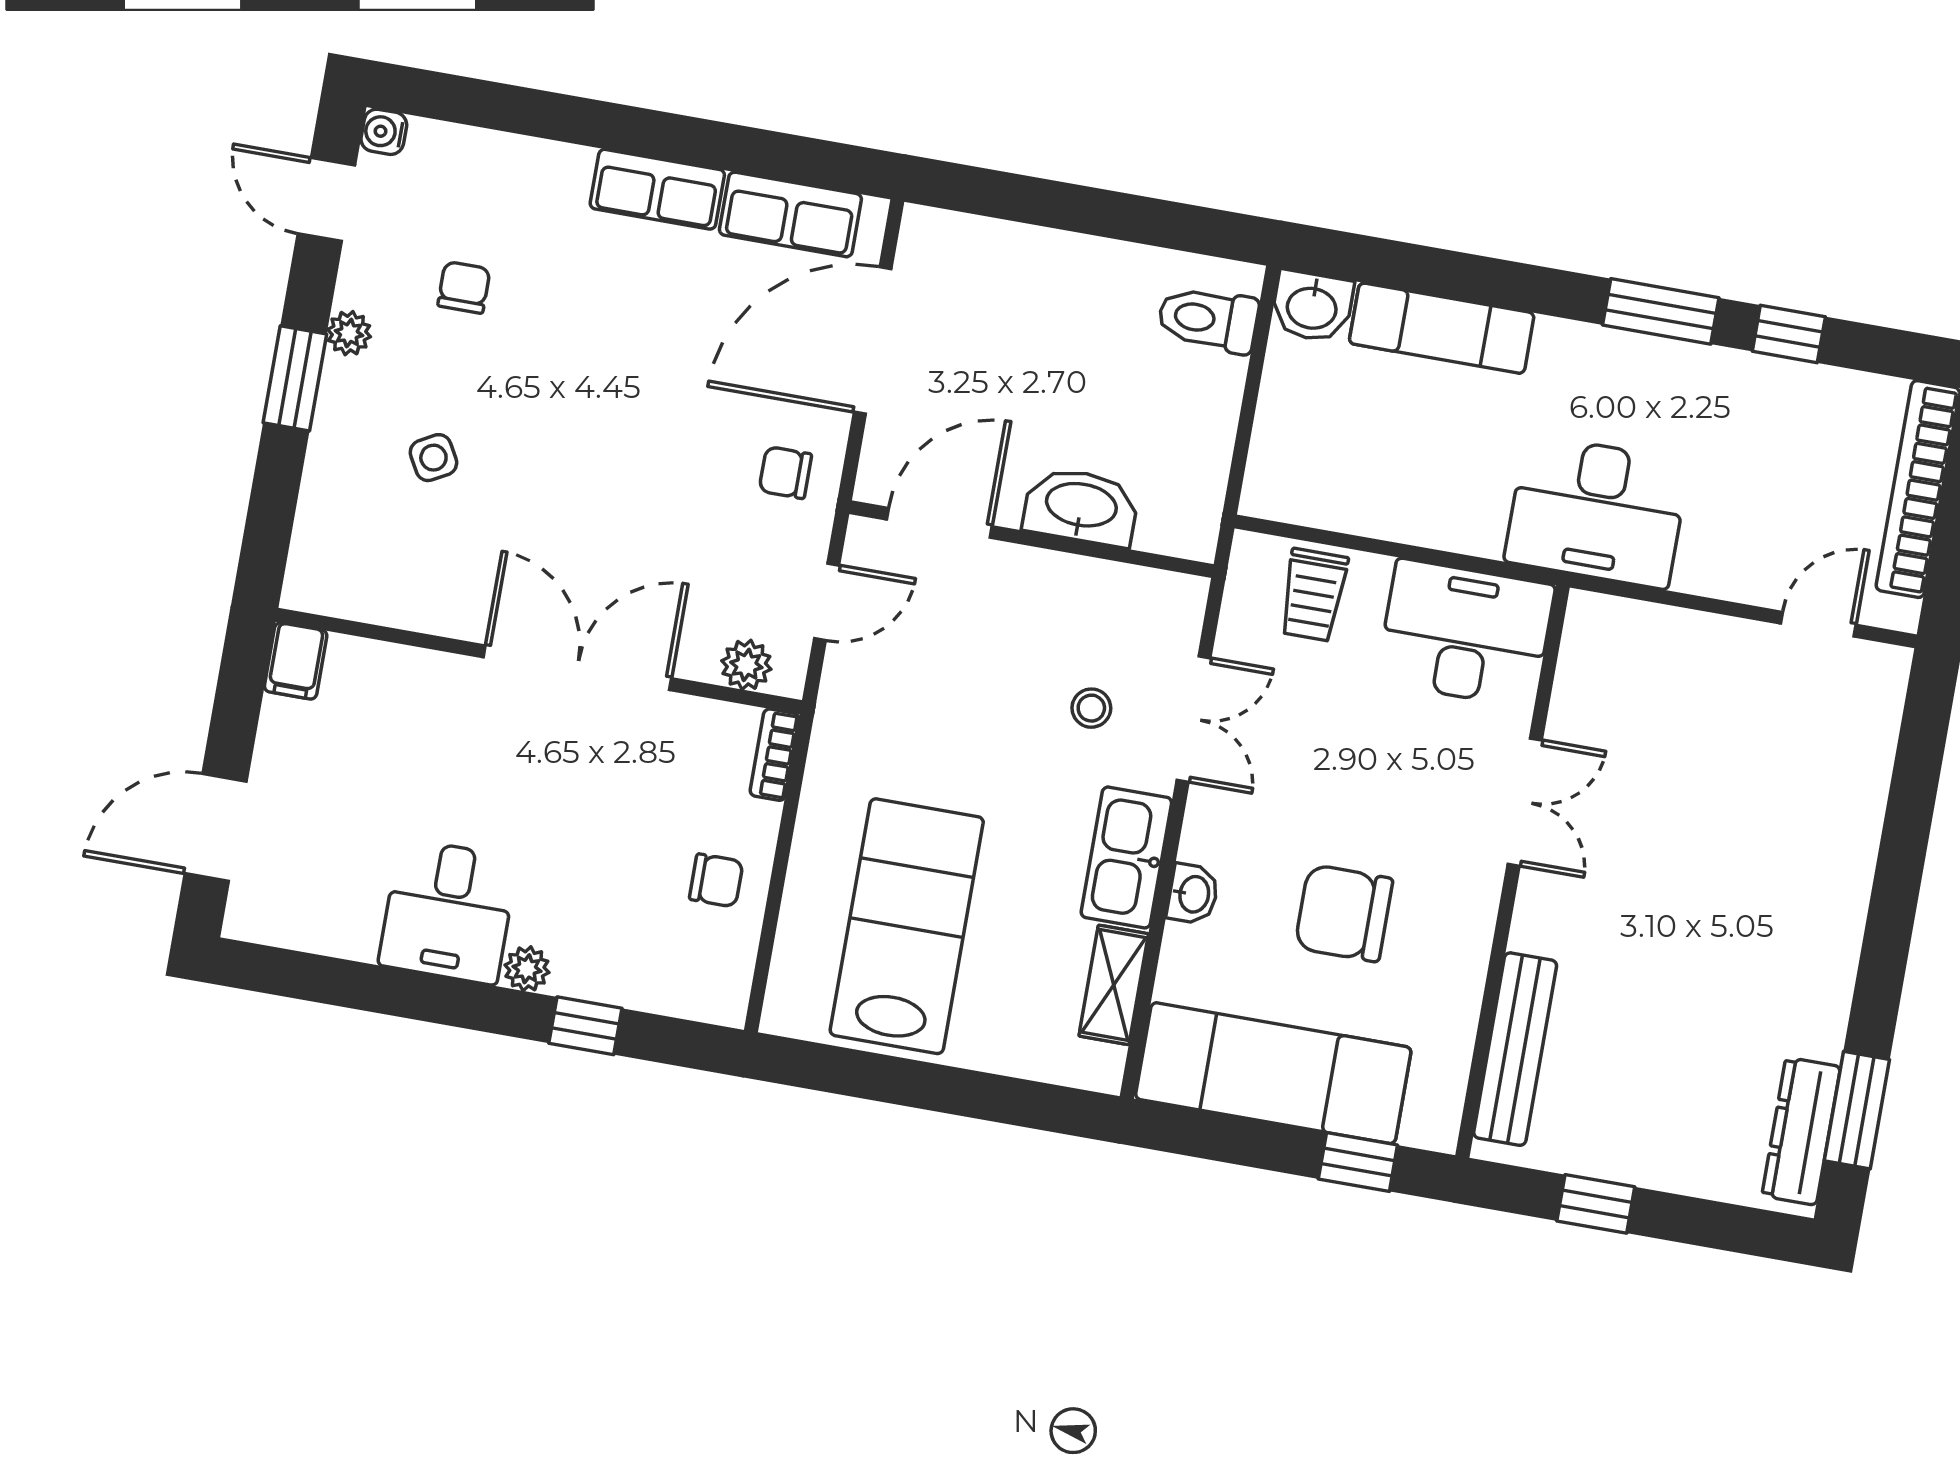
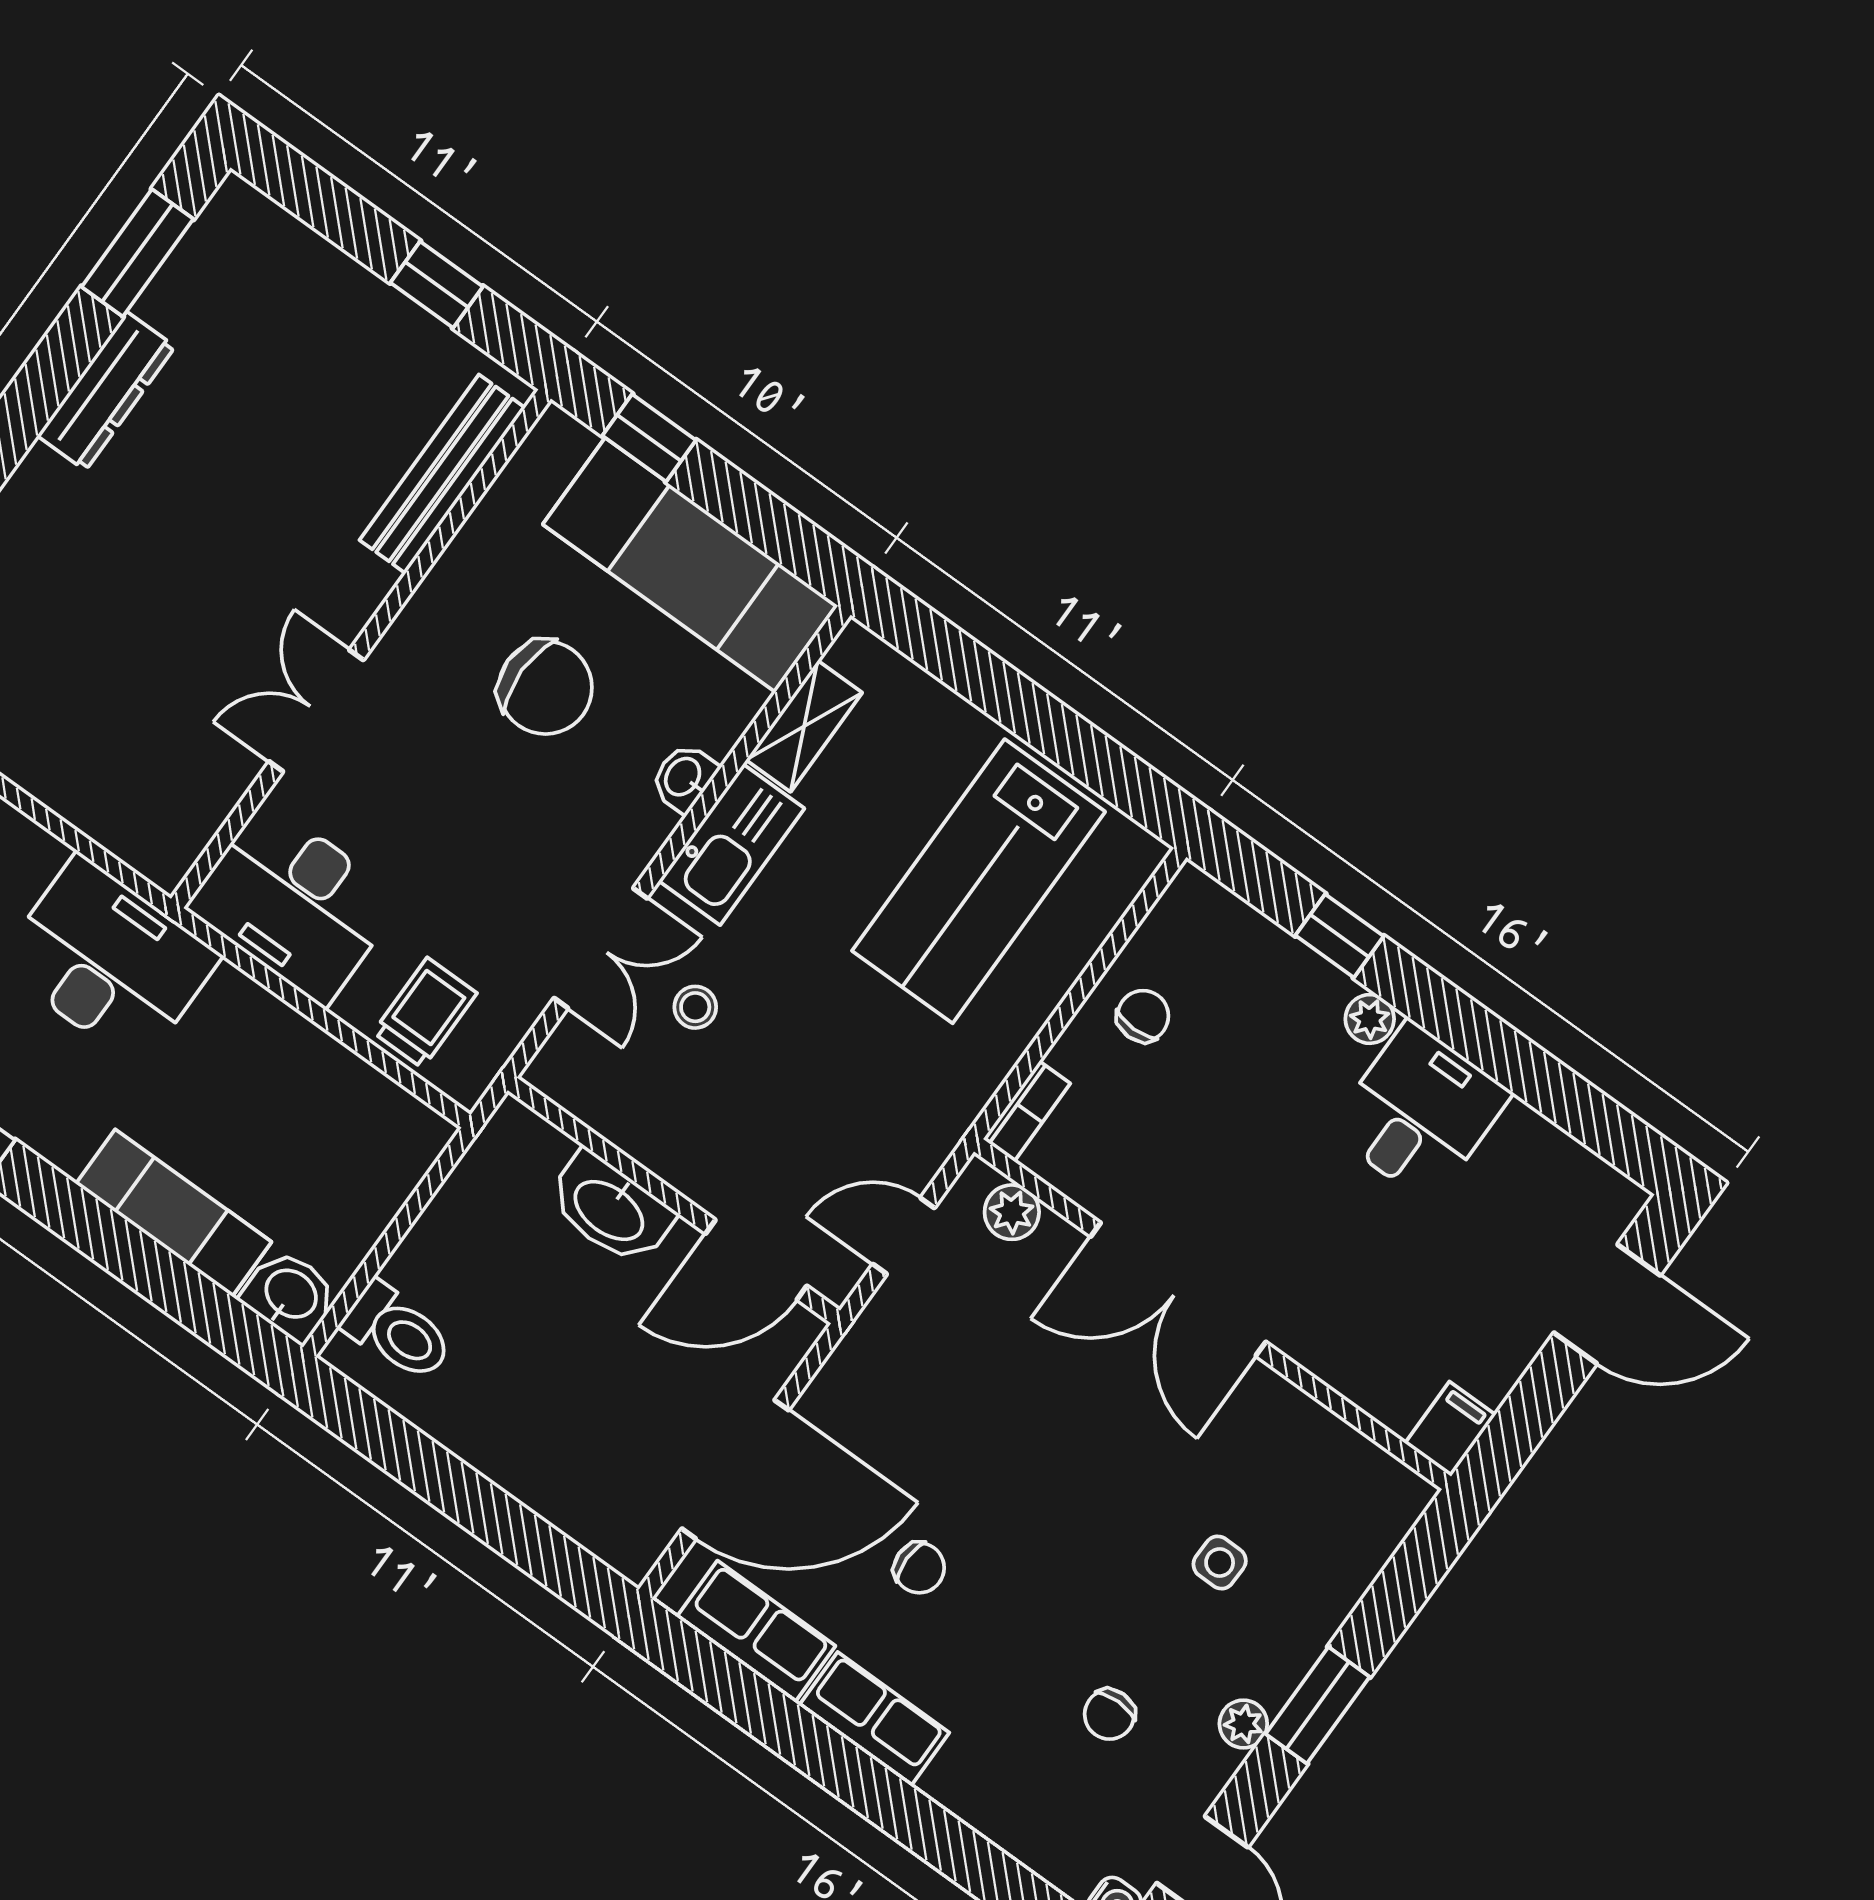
side table: (433, 458) -> (1220, 1563), turned 30
chair: (785, 473) -> (919, 1568), moved
double door: (1194, 719) -> (601, 948), swing flipped
chair: (716, 880) -> (1143, 1016), turned 90
dresser: (1801, 1131) -> (106, 391), moved

